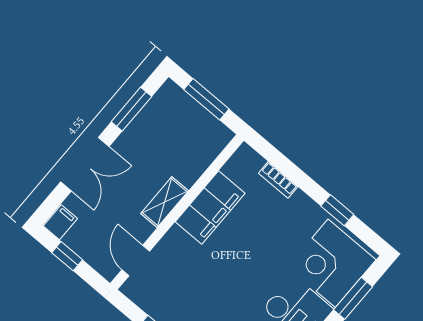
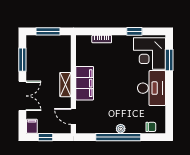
filing cabinet: (210, 208) -> (85, 83), moved

